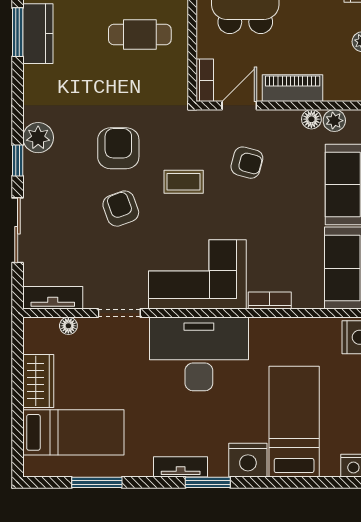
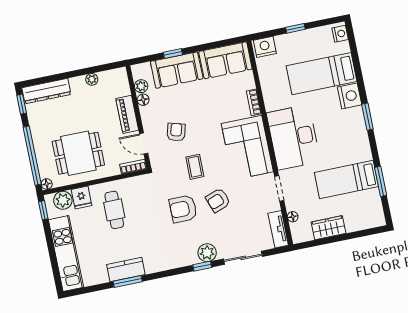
plant: (38, 138) -> (207, 253), moved
bed: (73, 432) -> (346, 179), moved, turned -90
tv unit: (181, 467) -> (362, 134), removed

